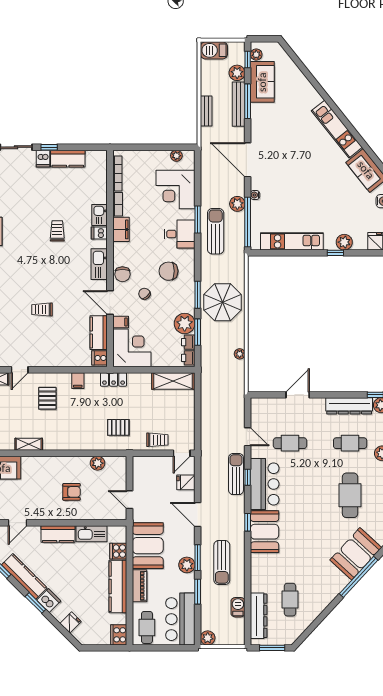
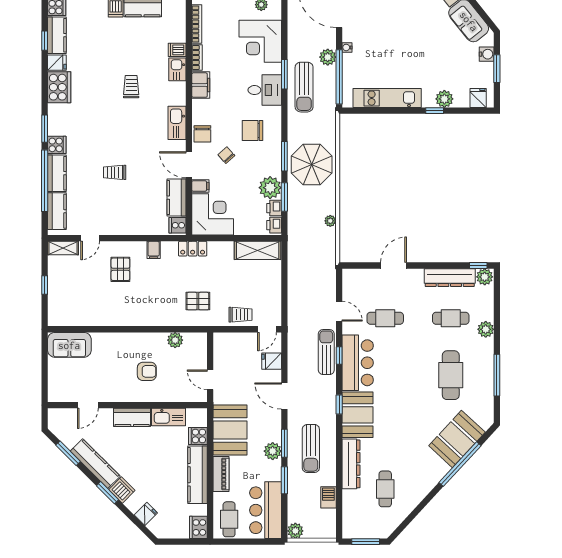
sun lounger: (216, 231) -> (304, 87), turned 180
dishwasher: (99, 233) -> (177, 50), moved
shelving: (29, 444) -> (100, 319), removed
dresser: (259, 616) -> (351, 464), moved

